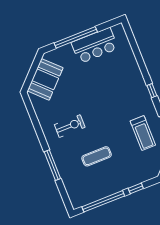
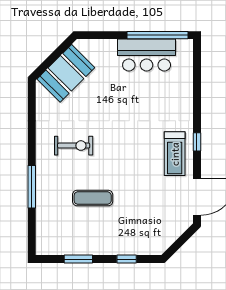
window: (76, 37) -> (157, 35), moved
treadmill: (143, 133) -> (175, 154), moved
window: (103, 201) -> (78, 259), width x0.47

